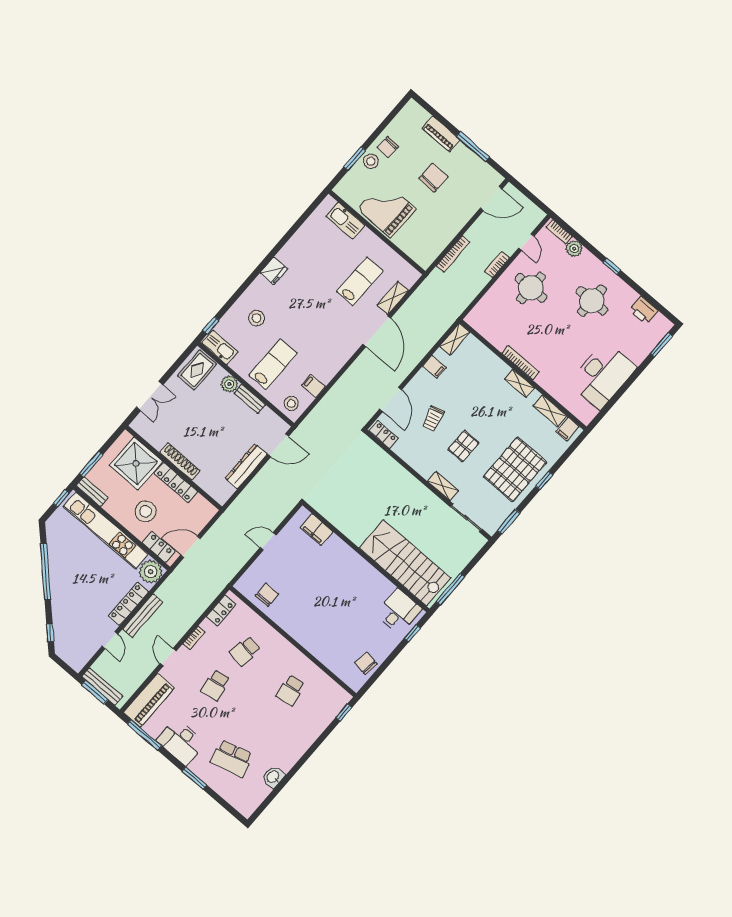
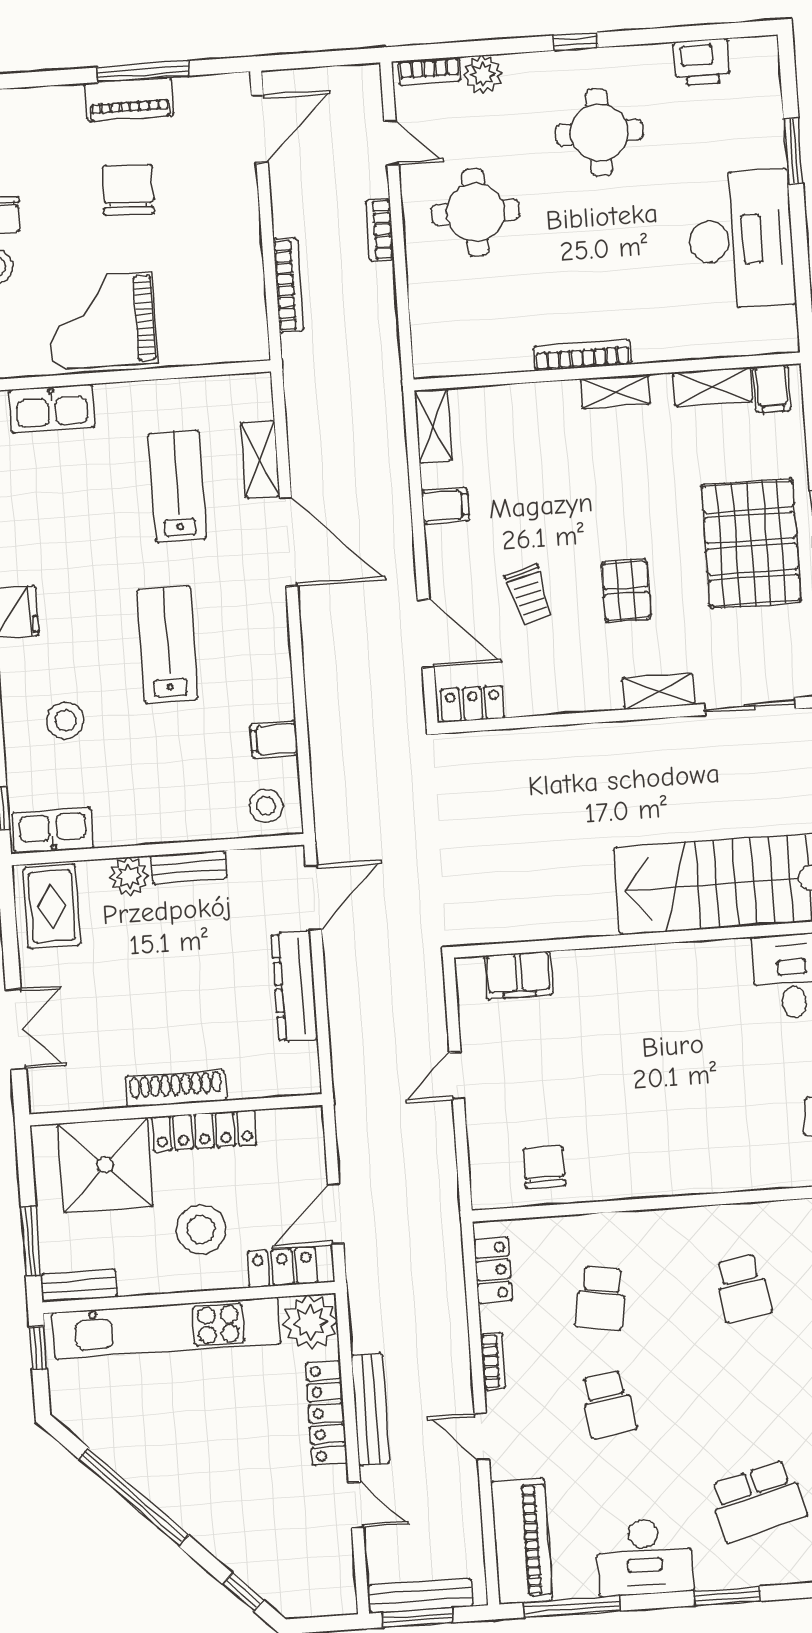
piano: (441, 134) -> (129, 99), moved
window: (661, 345) -> (793, 151), moved
lab bench: (273, 364) -> (167, 645), moved

